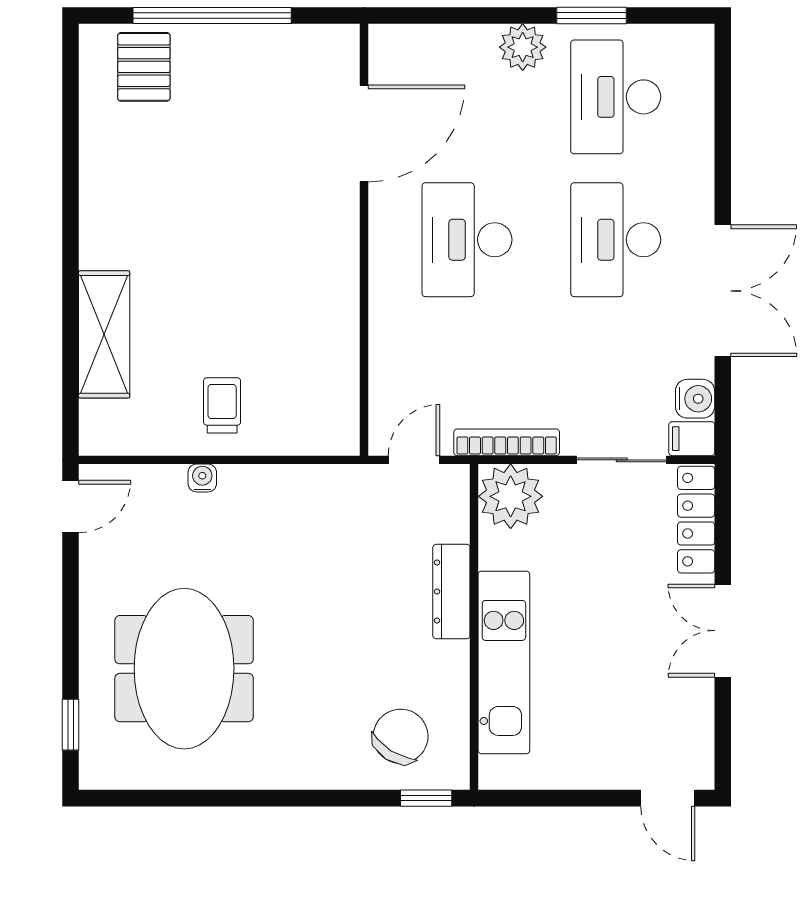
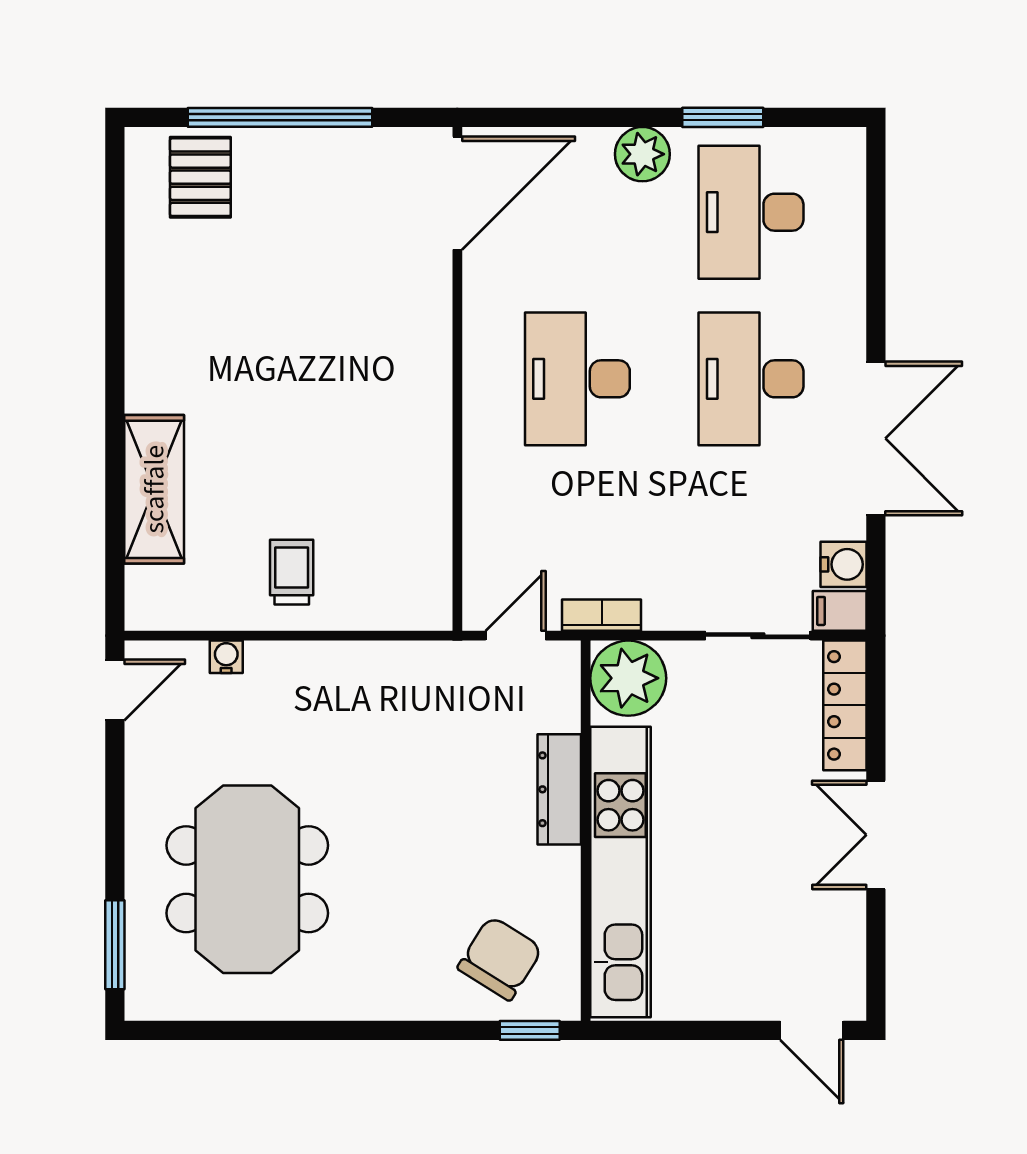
door: (364, 133) -> (457, 193), moved
bookcase: (507, 442) -> (602, 615), width x0.64
water cooler: (202, 478) -> (226, 657), moved
kitchen unit: (504, 662) -> (620, 872), width x1.36
window: (71, 725) -> (115, 945), width x1.50

